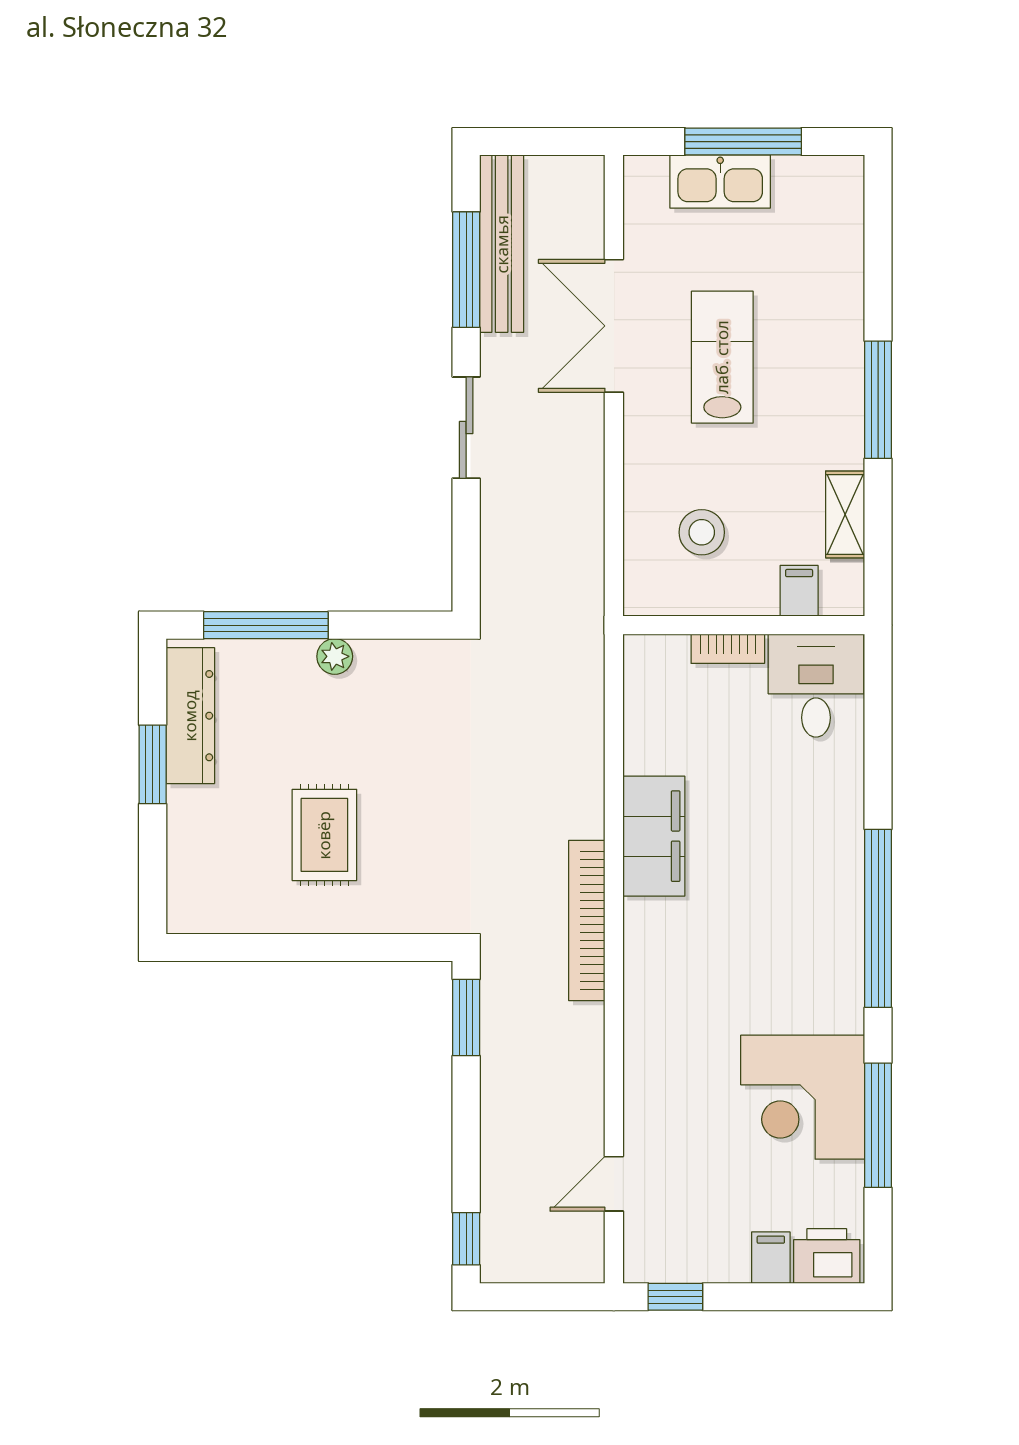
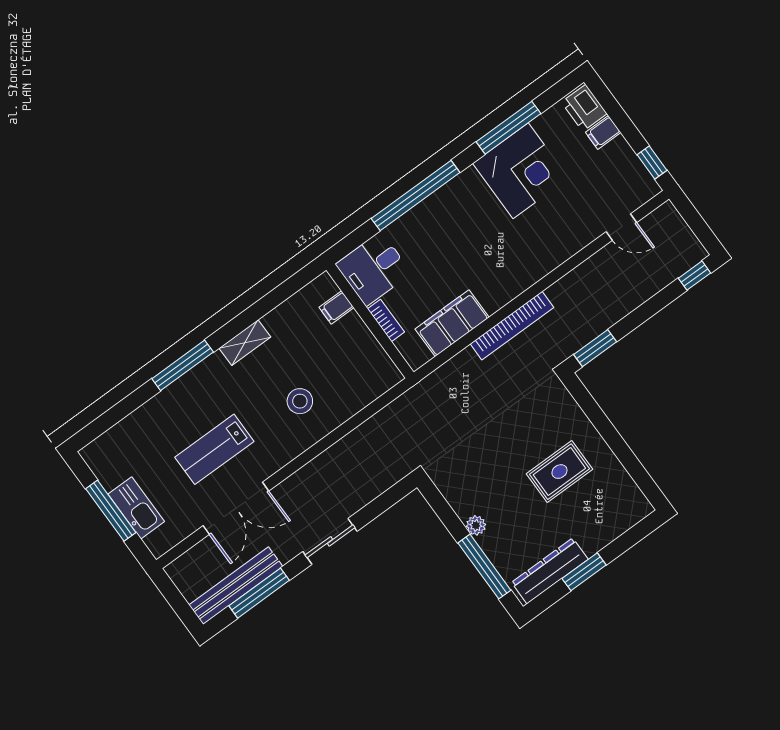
filing cabinet: (799, 591) -> (337, 307), moved
wall: (744, 625) -> (370, 321), moved
bookcase: (728, 649) -> (386, 320), moved
desk: (816, 686) -> (374, 269), moved

